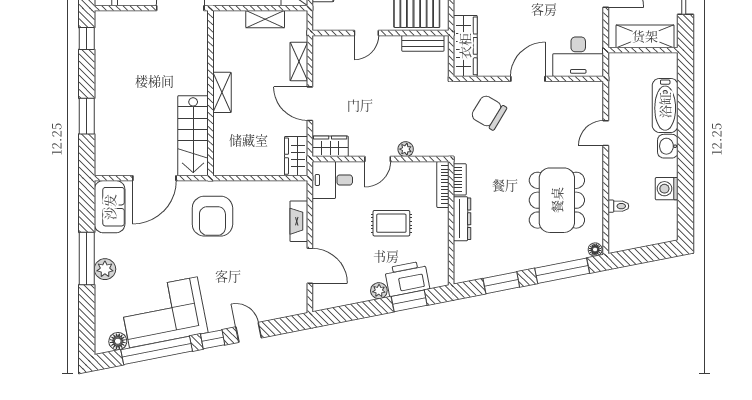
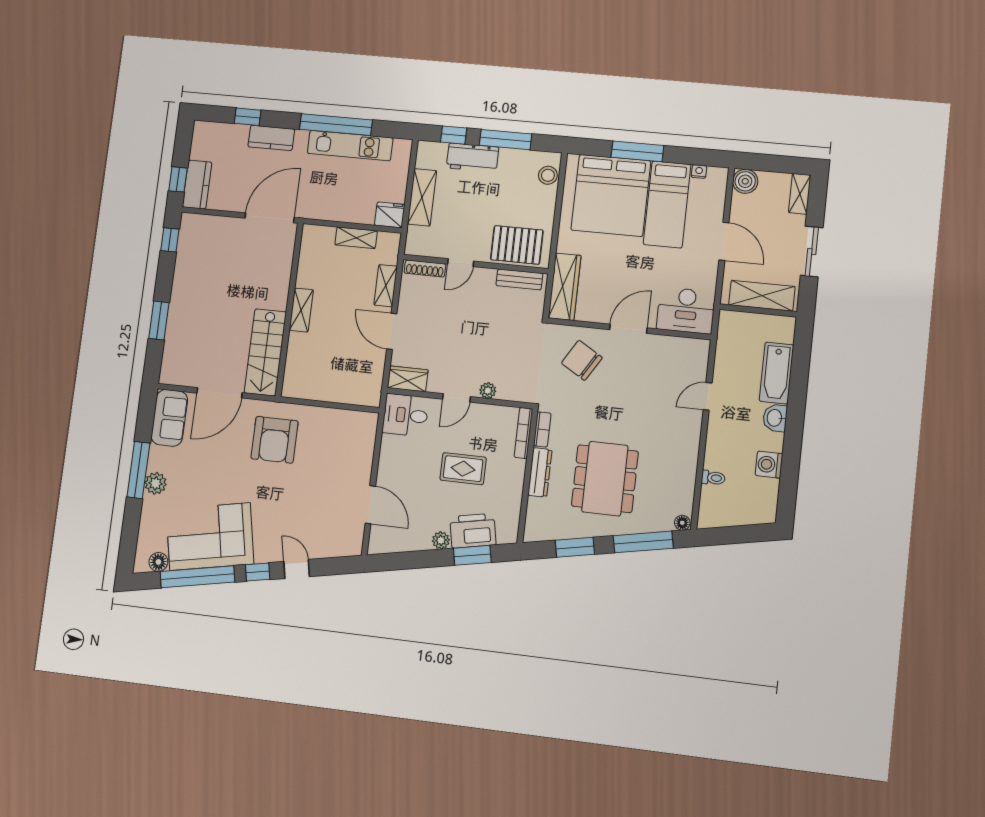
shoe rack: (334, 42) -> (425, 268), added
wardrobe: (296, 156) -> (370, 385), removed
dining table: (557, 200) -> (605, 479), moved
fireplace: (299, 221) -> (365, 455), removed

